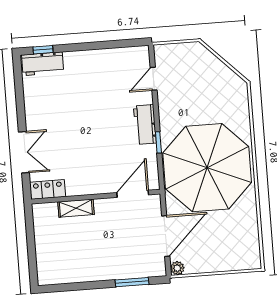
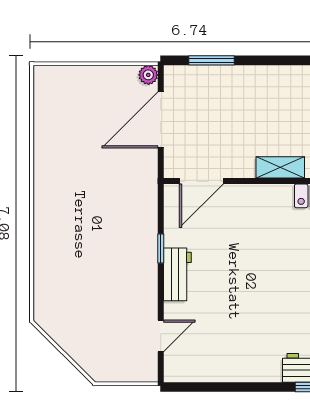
parasol: (207, 168) -> (97, 209), removed

